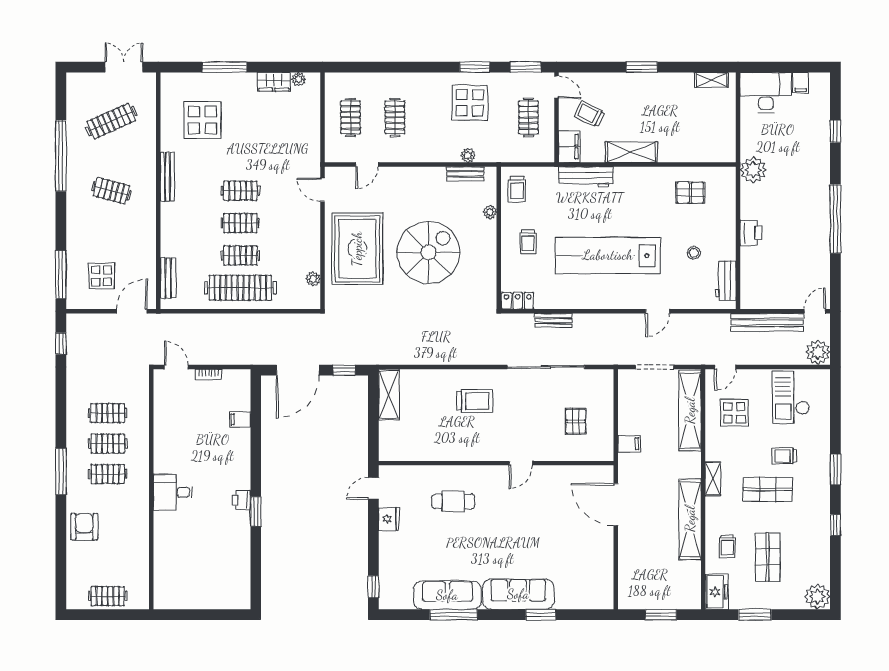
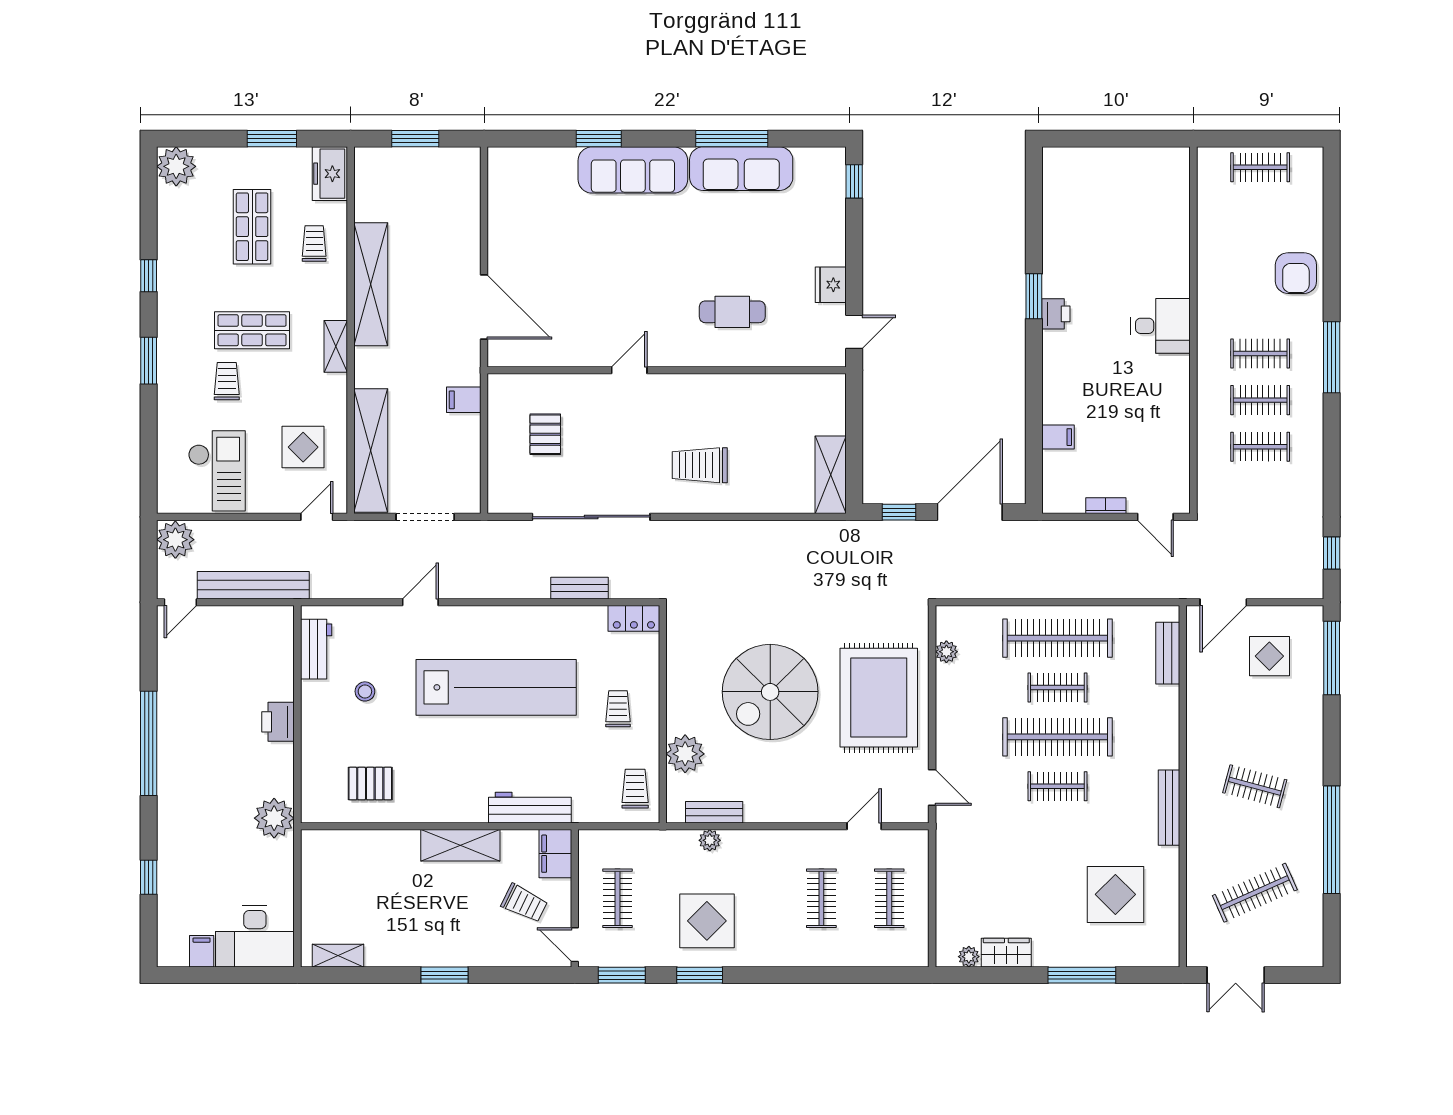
plant: (490, 212) -> (685, 754), width x1.88, depth x1.88
clothes rail: (240, 223) -> (1057, 737), width x1.86, depth x1.31
trolley: (784, 456) -> (227, 381), turned -90

